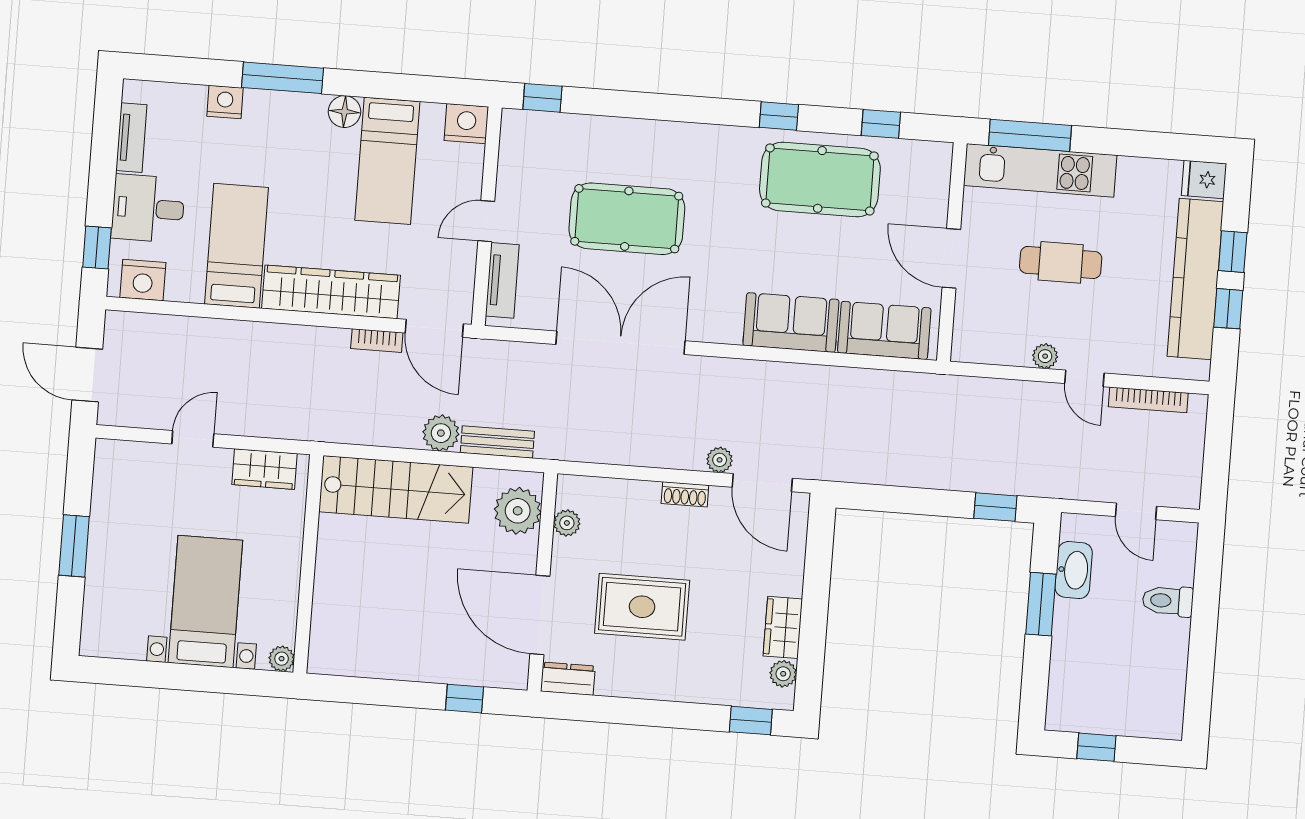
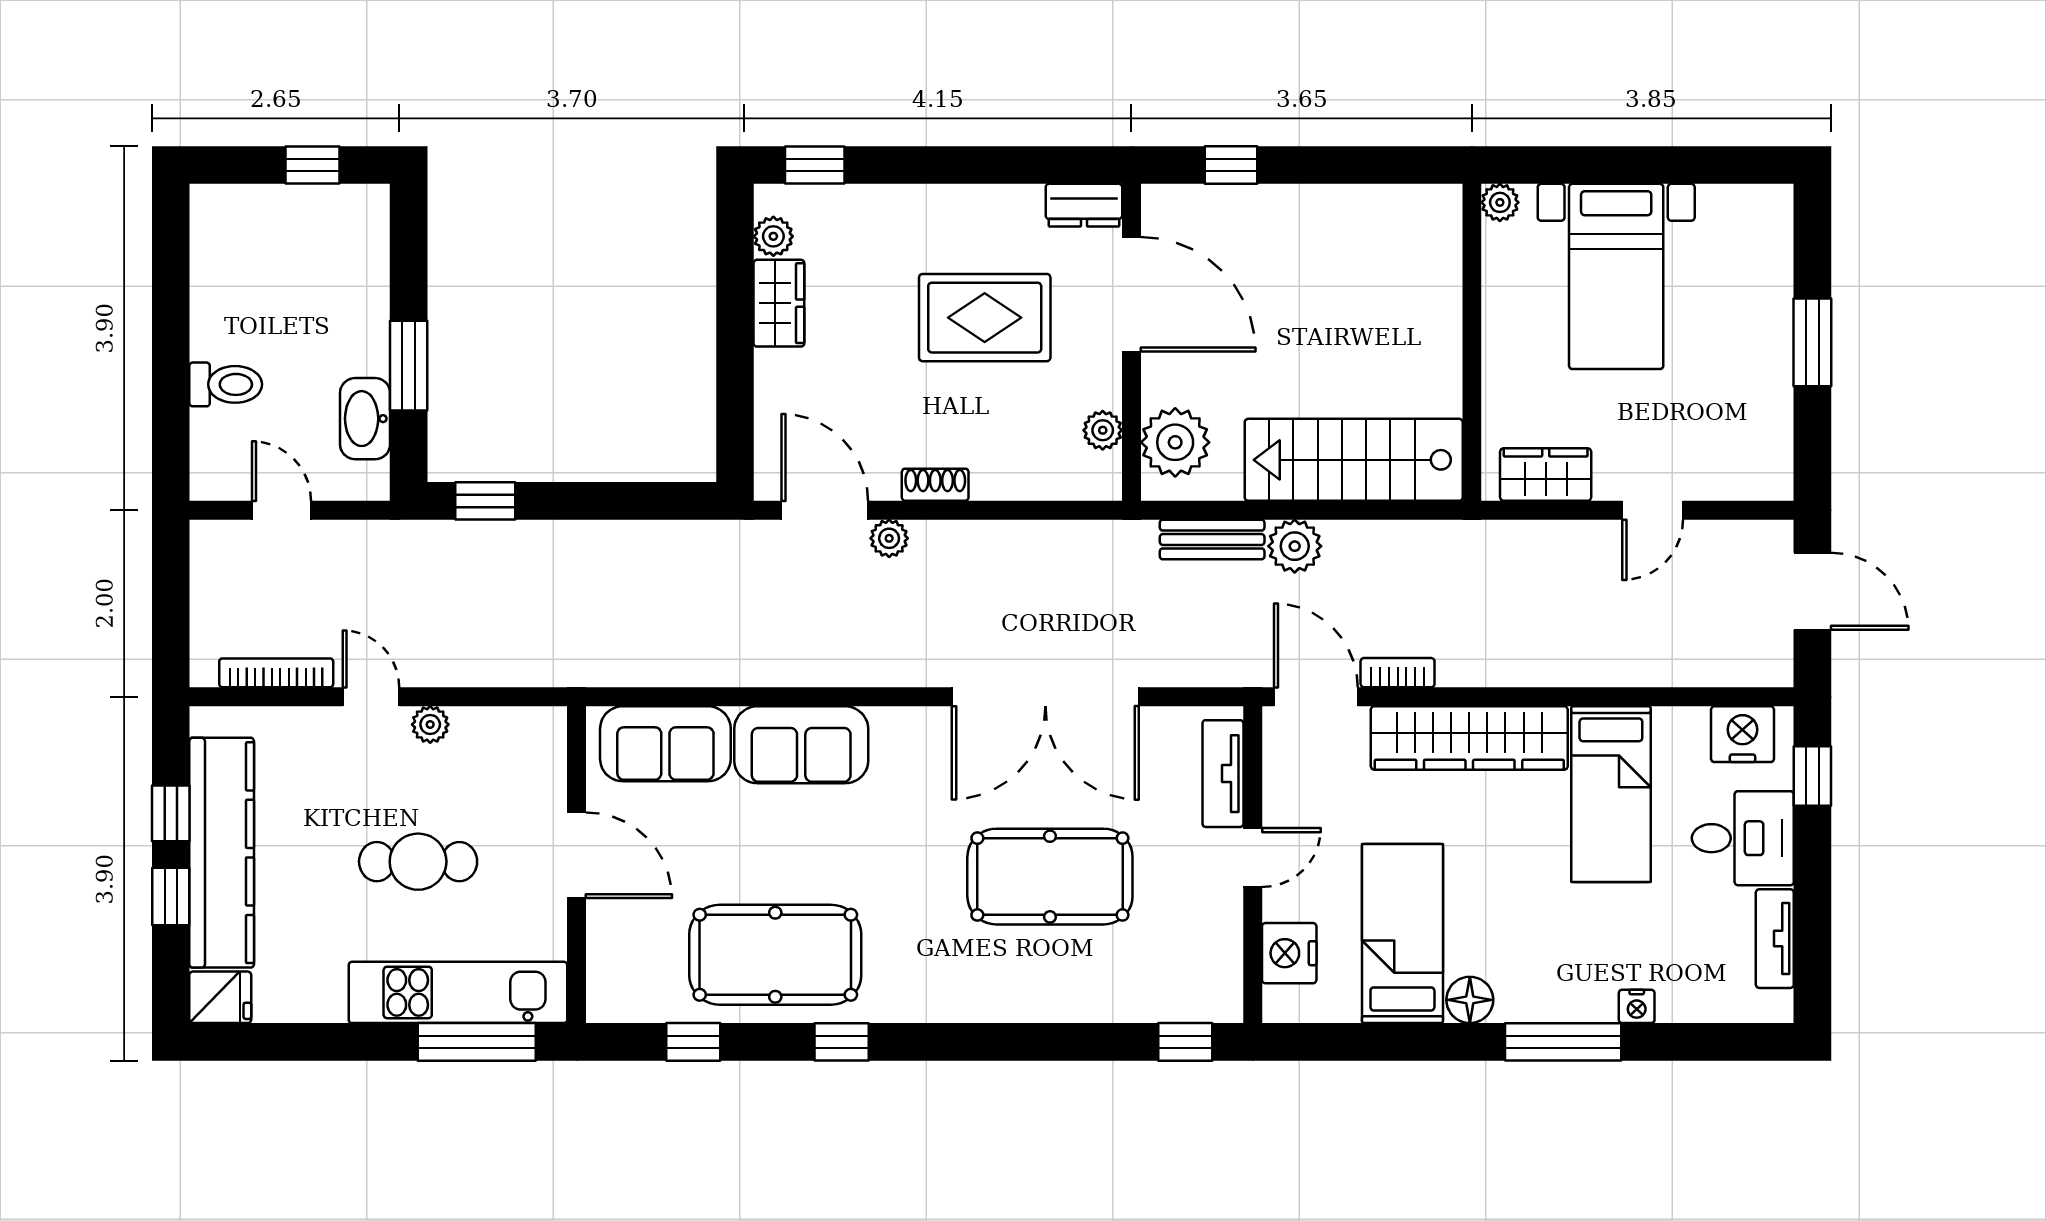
nightstand: (225, 102) -> (1637, 1006), width x0.72, depth x0.74
nightstand: (466, 124) -> (1289, 953), moved, turned 90

